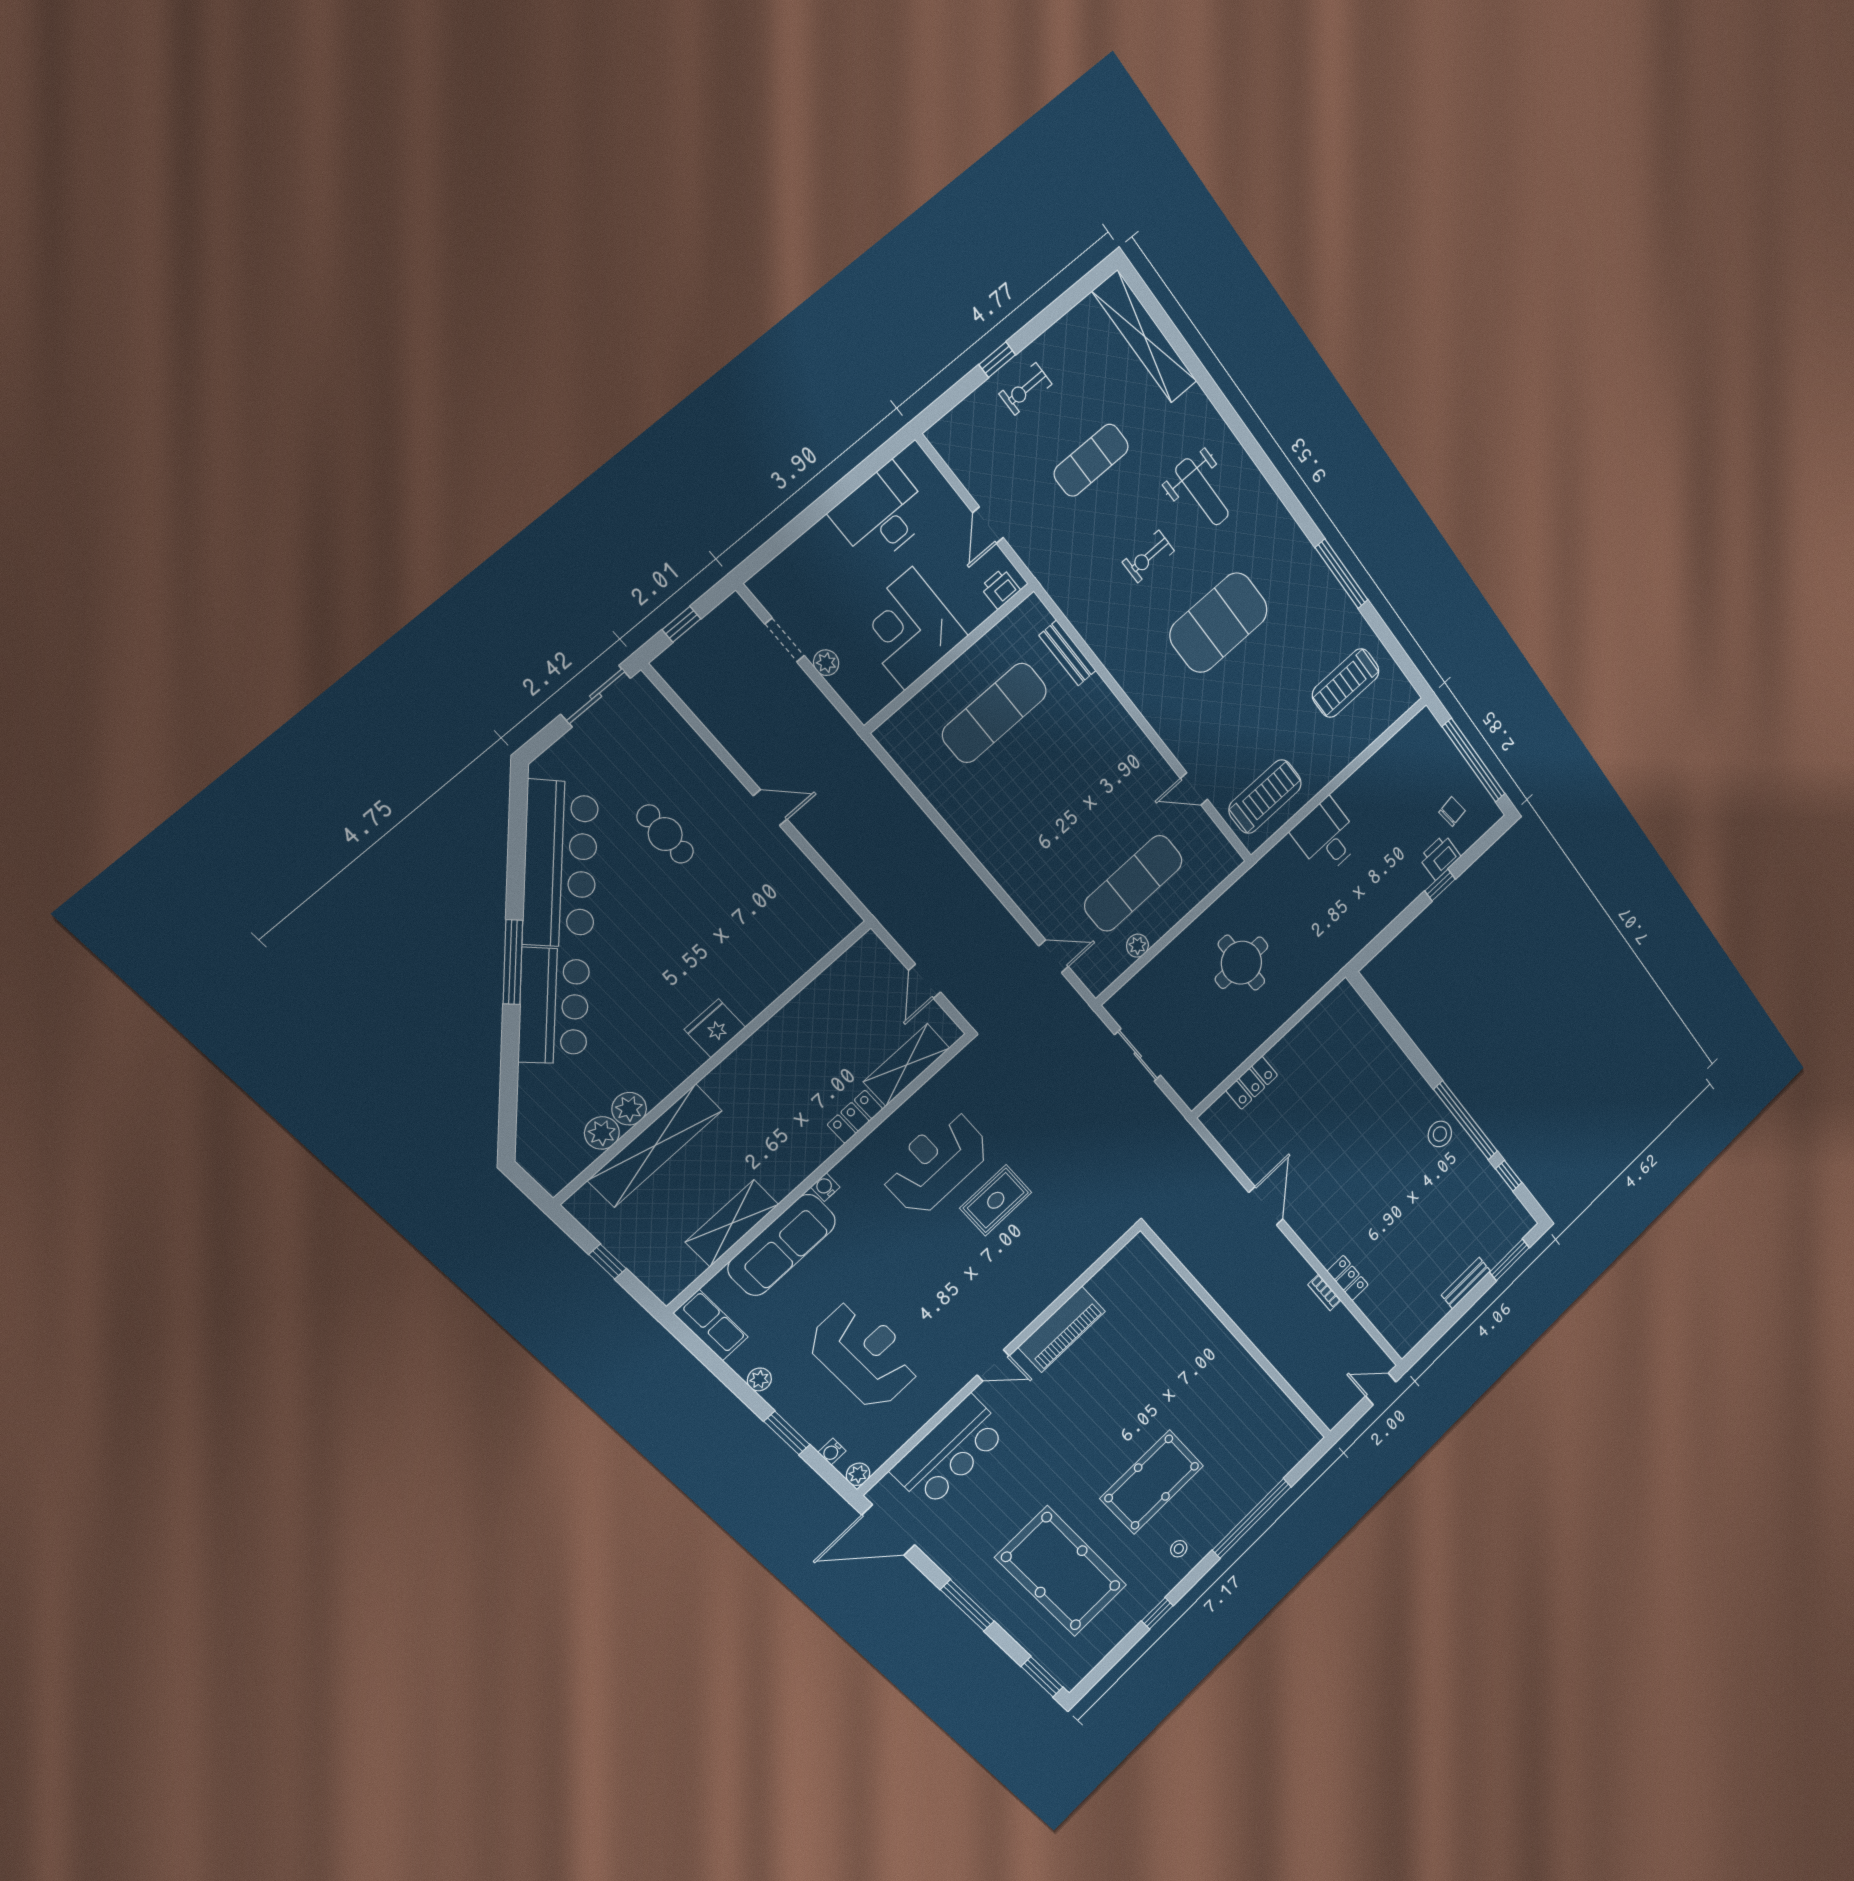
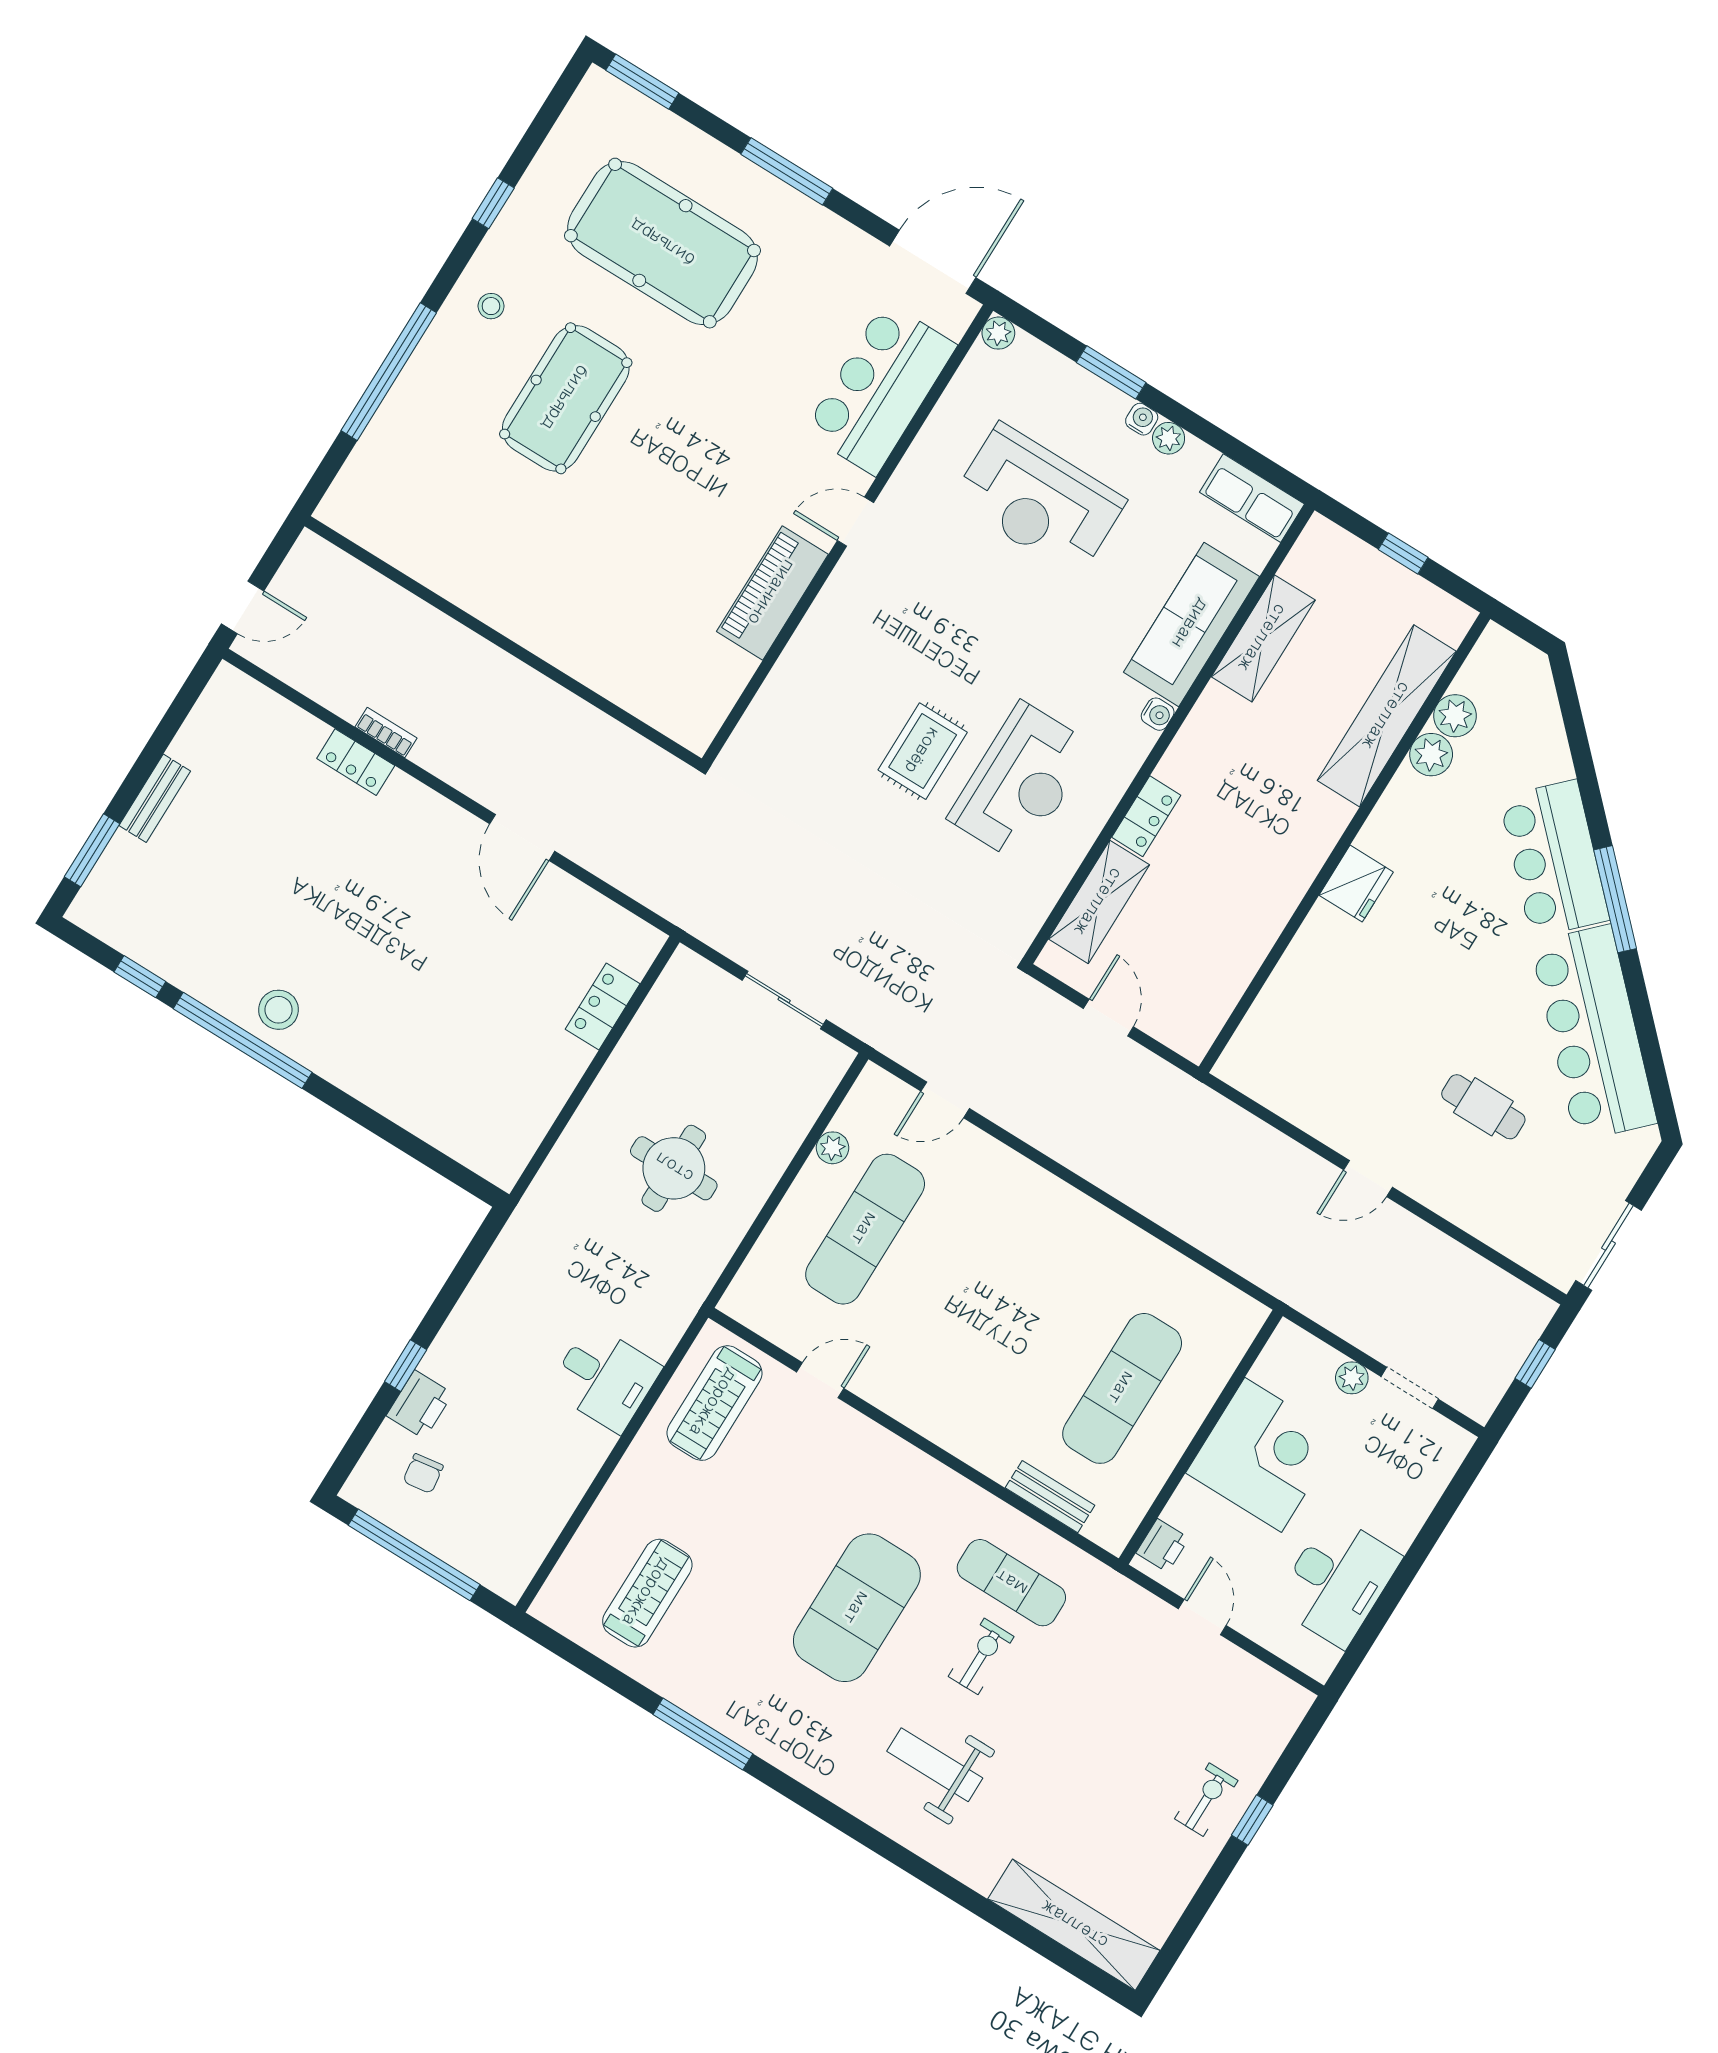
exercise mat: (1091, 460) -> (1011, 1583), moved, turned 90
water cooler: (832, 1452) -> (1142, 419), moved

